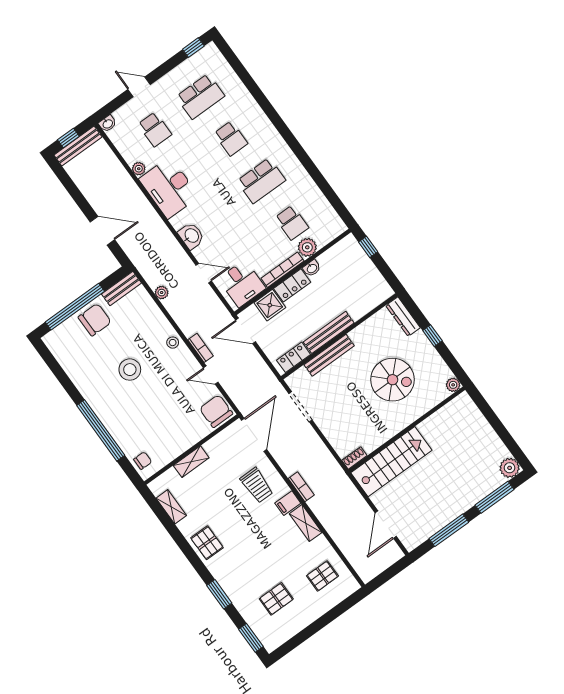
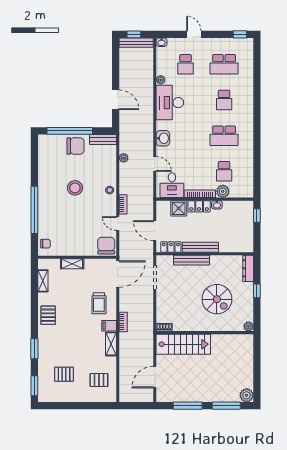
door: (246, 331) -> (155, 231), moved

